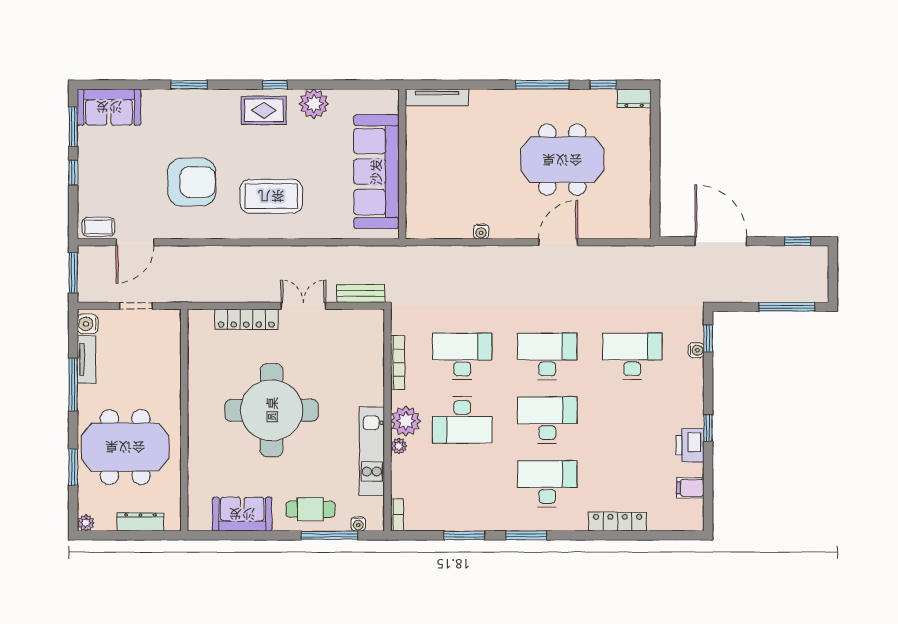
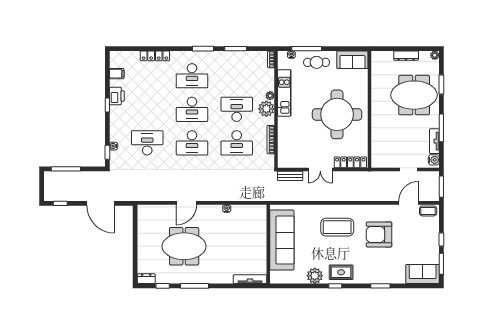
desk: (632, 356) -> (147, 143), turned 180
wall: (184, 420) -> (370, 109), moved

